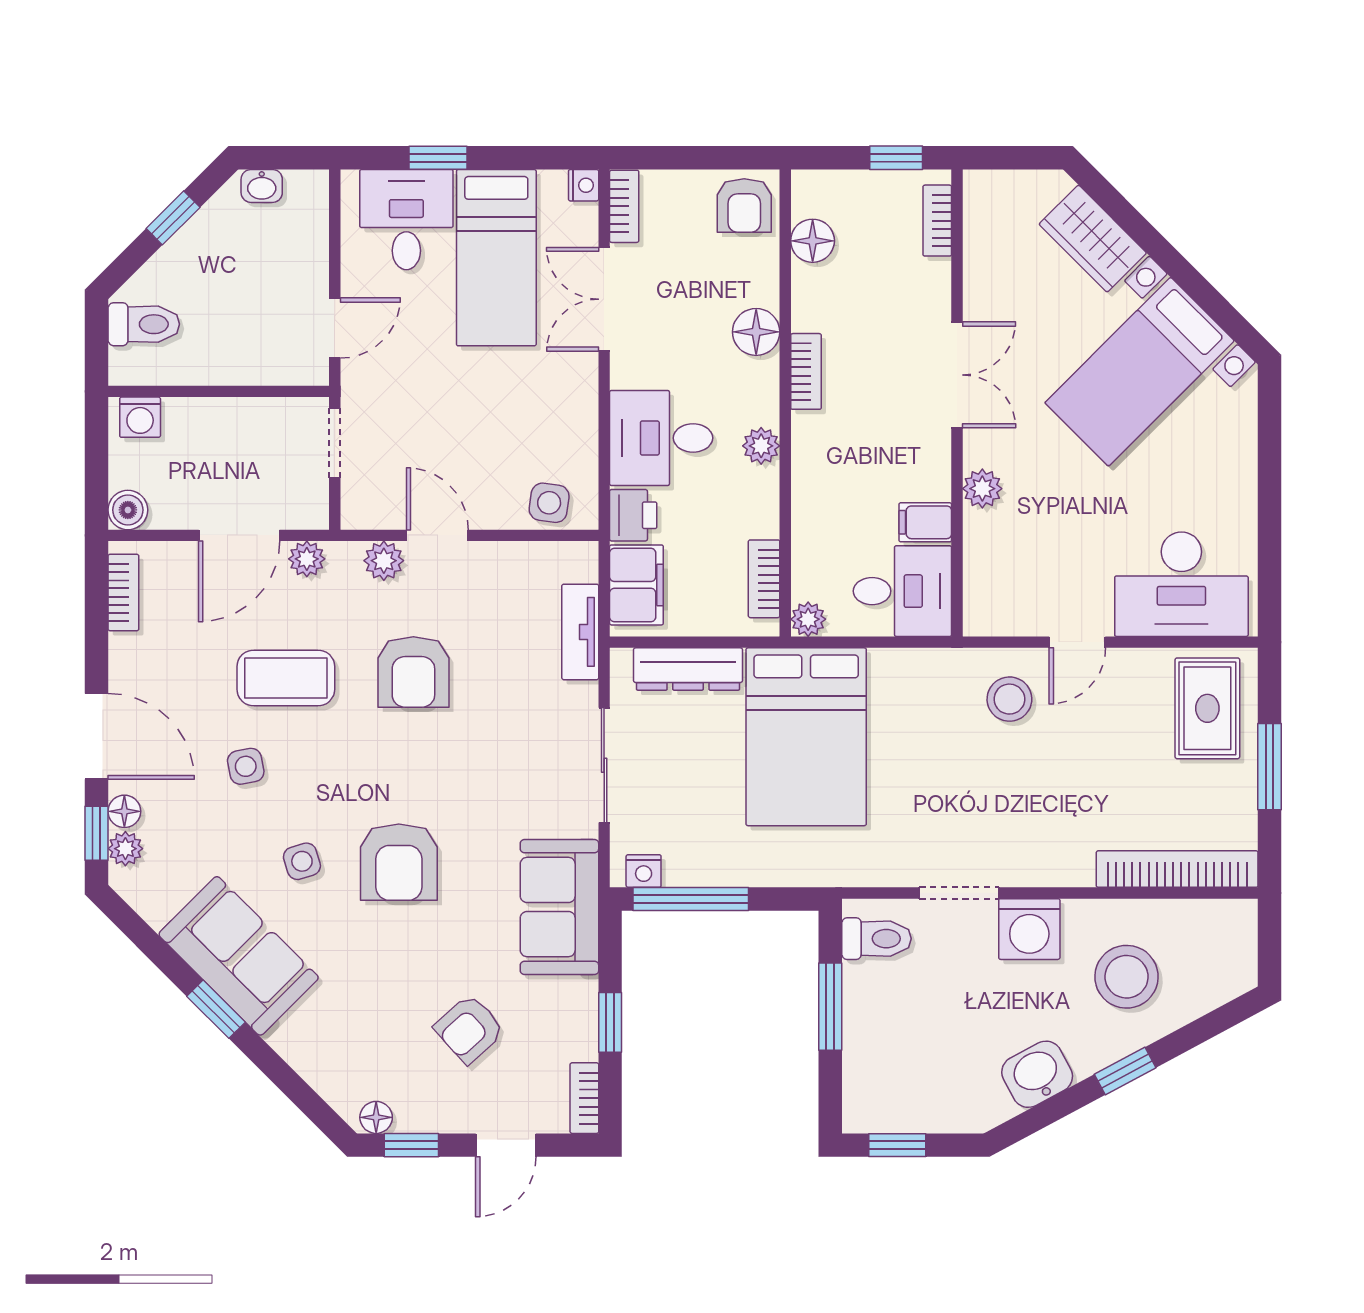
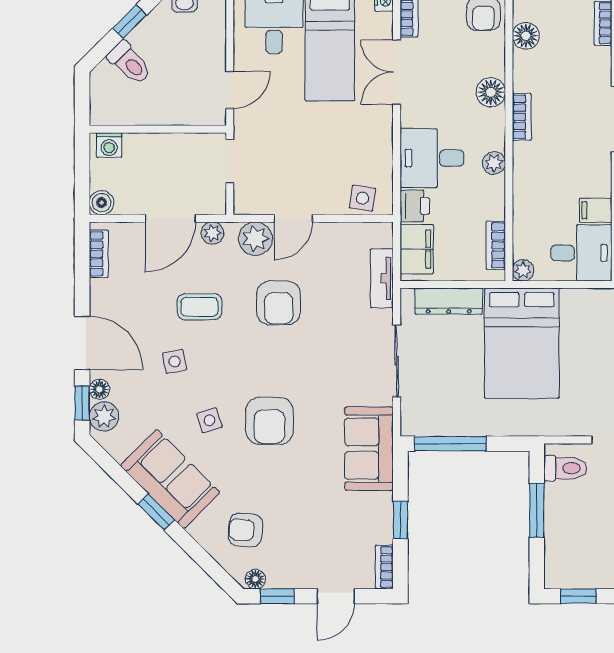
toilet: (144, 324) -> (130, 63), moved, turned 45
door: (437, 535) -> (293, 218), swing flipped
plant: (384, 561) -> (256, 239), width x1.38, depth x1.38
coffee table: (286, 678) -> (199, 307), width x0.73, depth x0.77
plant: (125, 849) -> (104, 416), width x1.38, depth x1.38
nightstand: (644, 871) -> (421, 426), removed
armchair: (469, 1029) -> (246, 530), moved, turned 47

